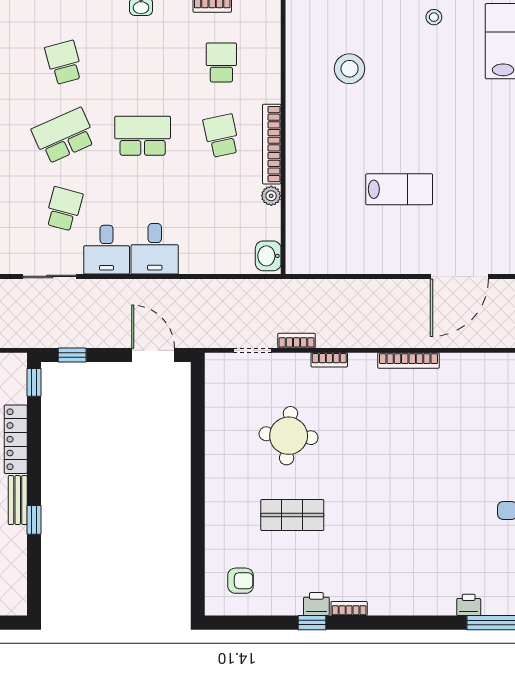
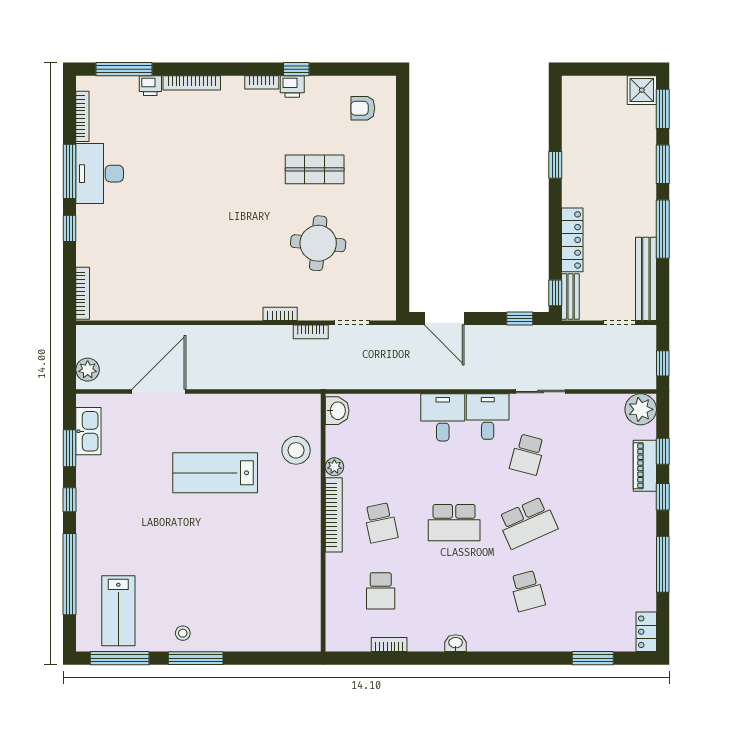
stool: (350, 69) -> (296, 450), moved
lab bench: (399, 189) -> (215, 473), width x1.36, depth x1.39
bookcase: (409, 360) -> (192, 83), moved, turned 180
bench: (18, 500) -> (570, 297), moved

